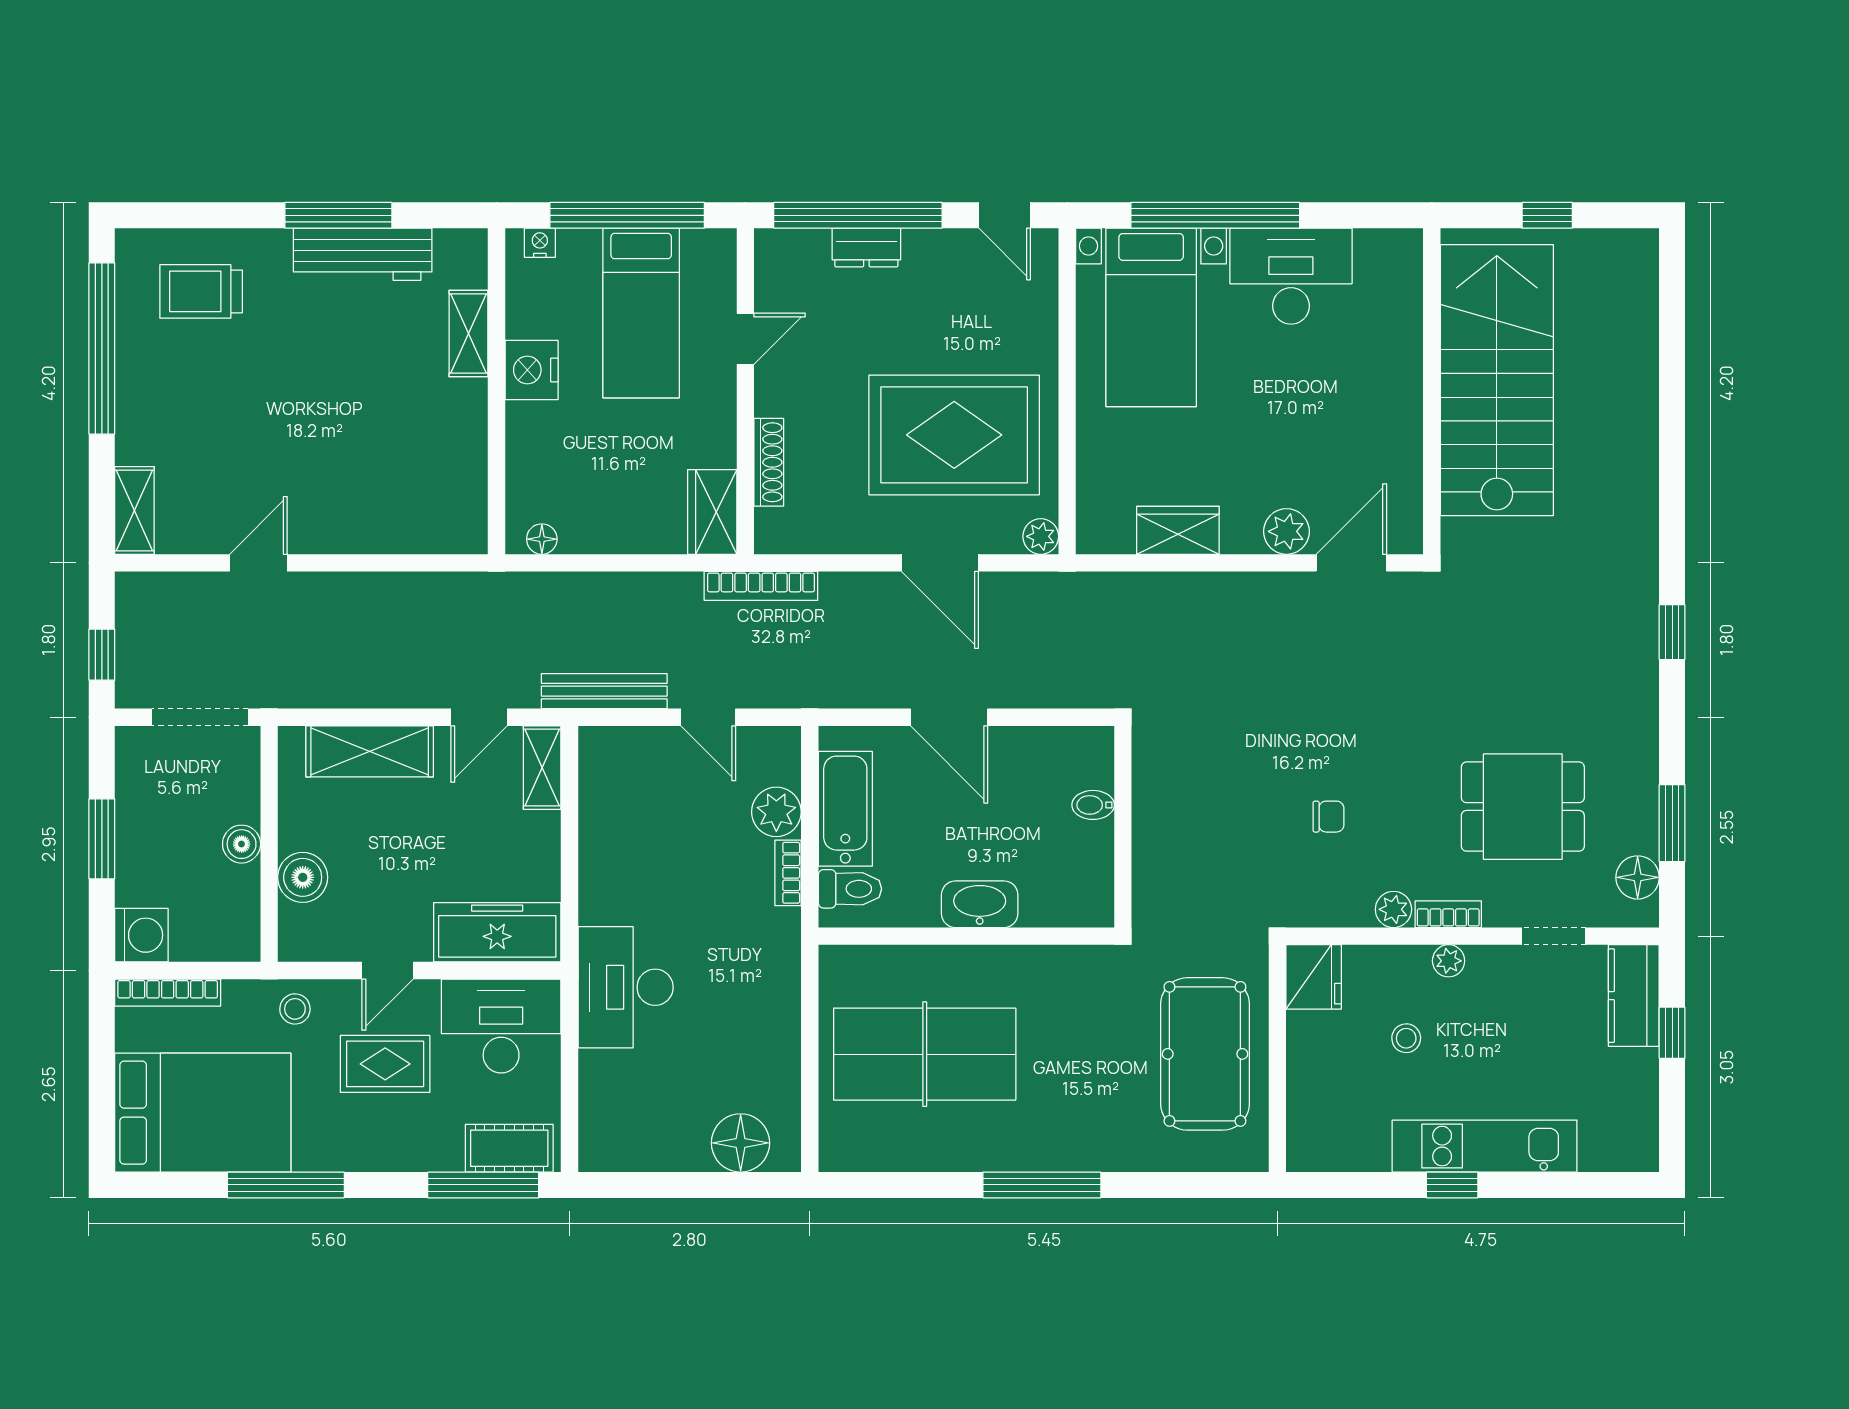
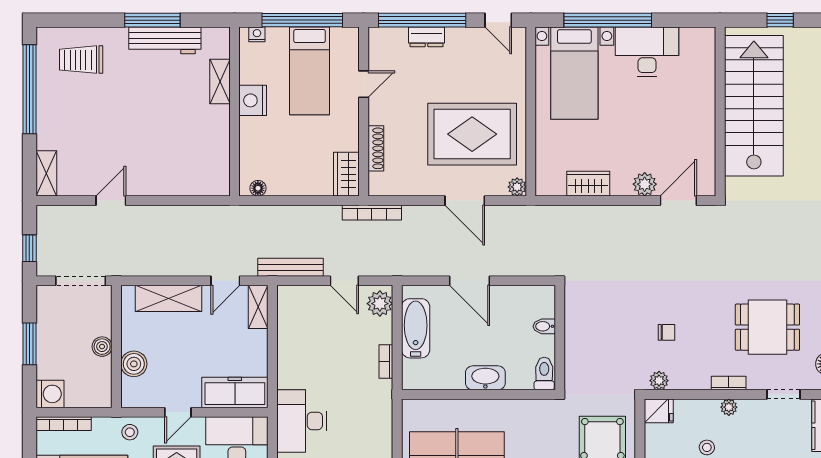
plant: (776, 812) -> (380, 304), moved
toilet: (850, 889) -> (544, 373), moved, turned -90
plant: (1393, 909) -> (659, 381), moved
fridge: (1314, 977) -> (659, 411), width x0.72

